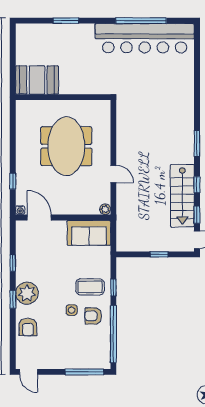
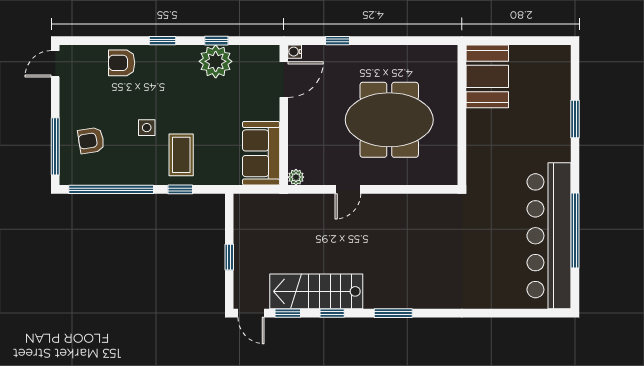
plant: (27, 293) -> (216, 61), moved
armchair: (93, 316) -> (91, 140), moved, turned -99

